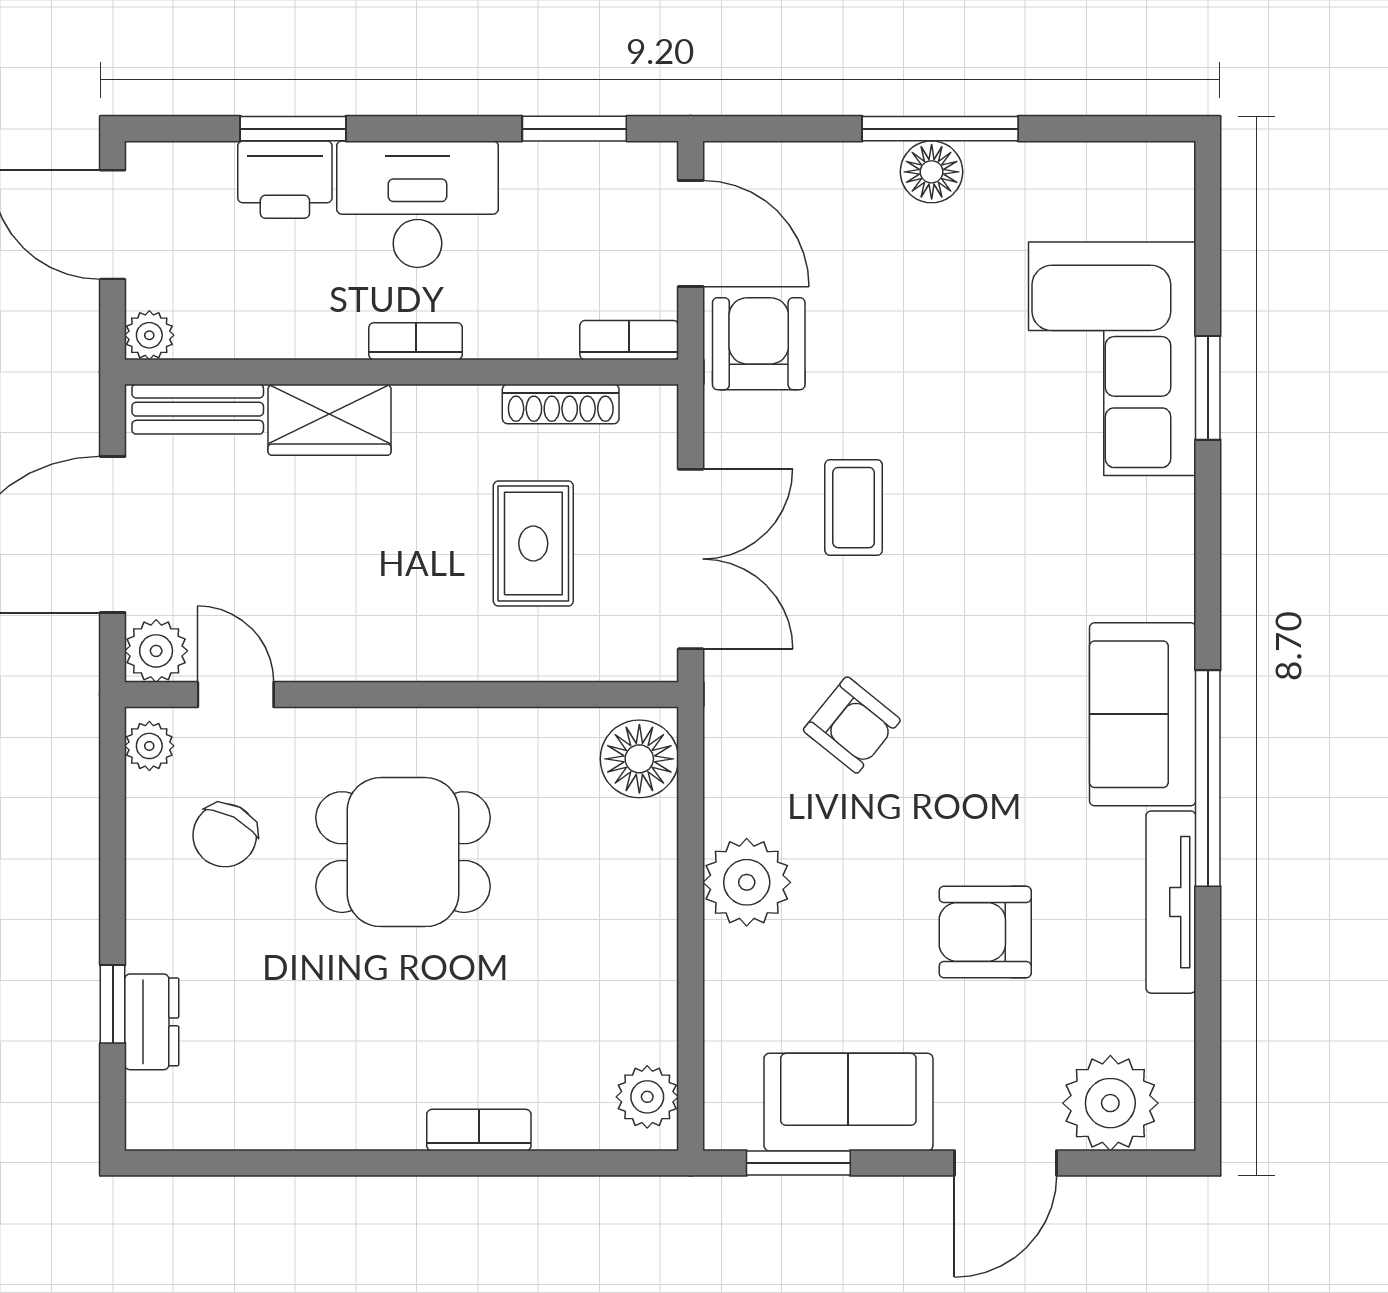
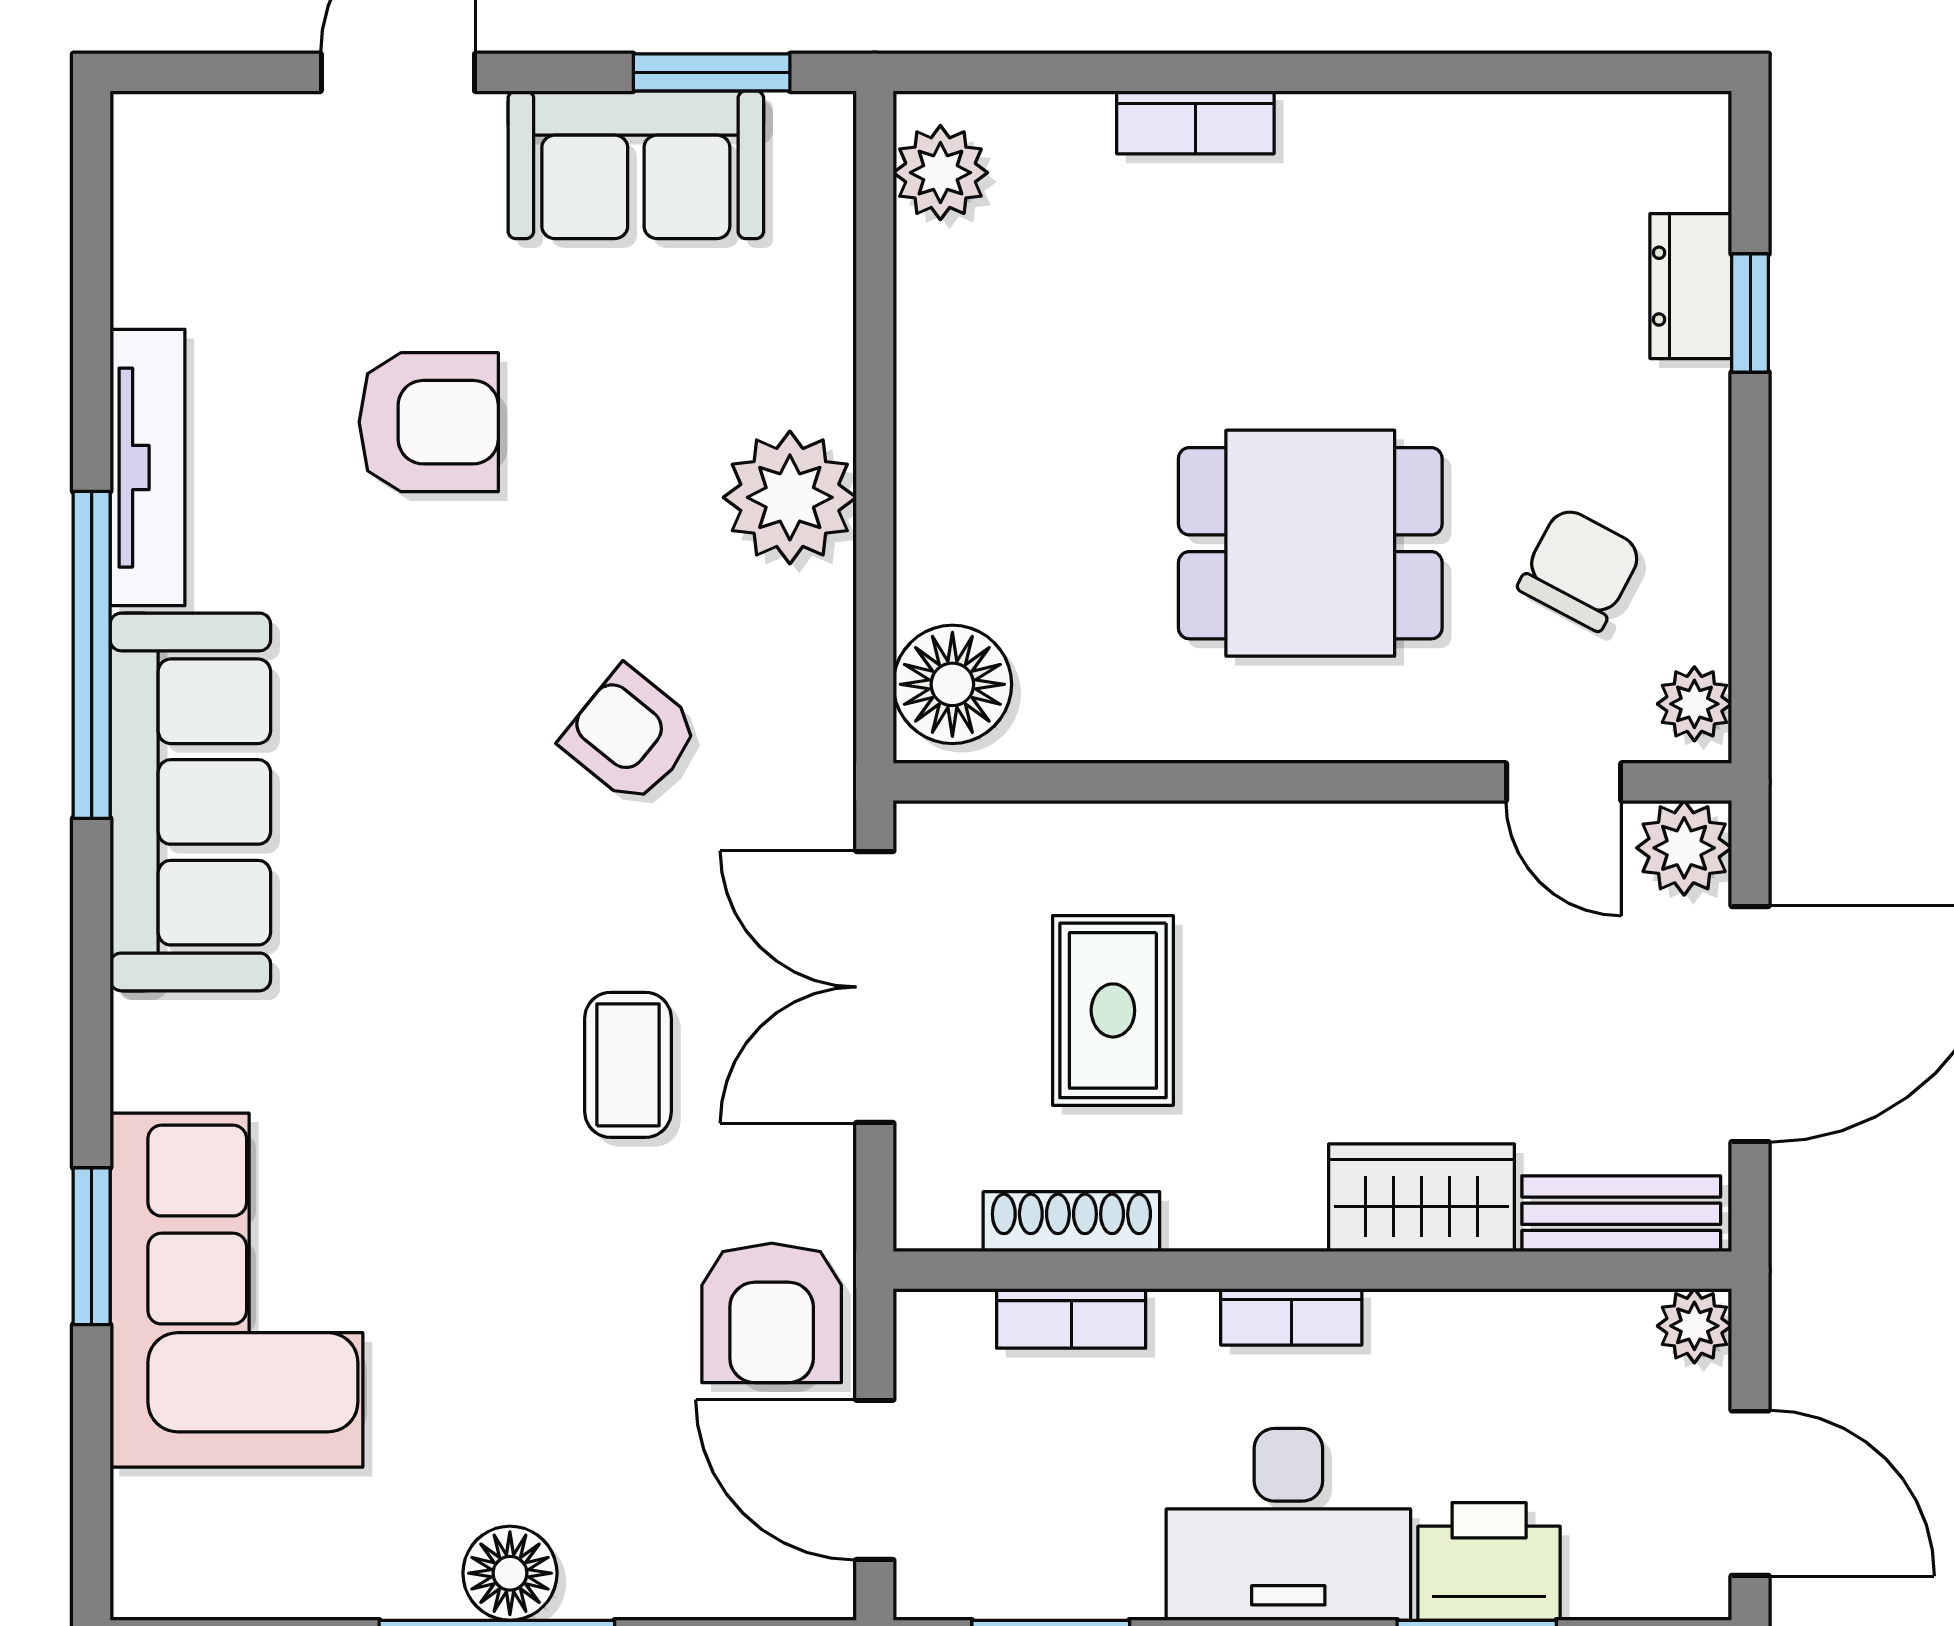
bookcase: (629, 340) -> (1071, 1318), moved
sofa: (1143, 714) -> (190, 802), width x1.36
plant: (1110, 1103) -> (239, 163), removed

